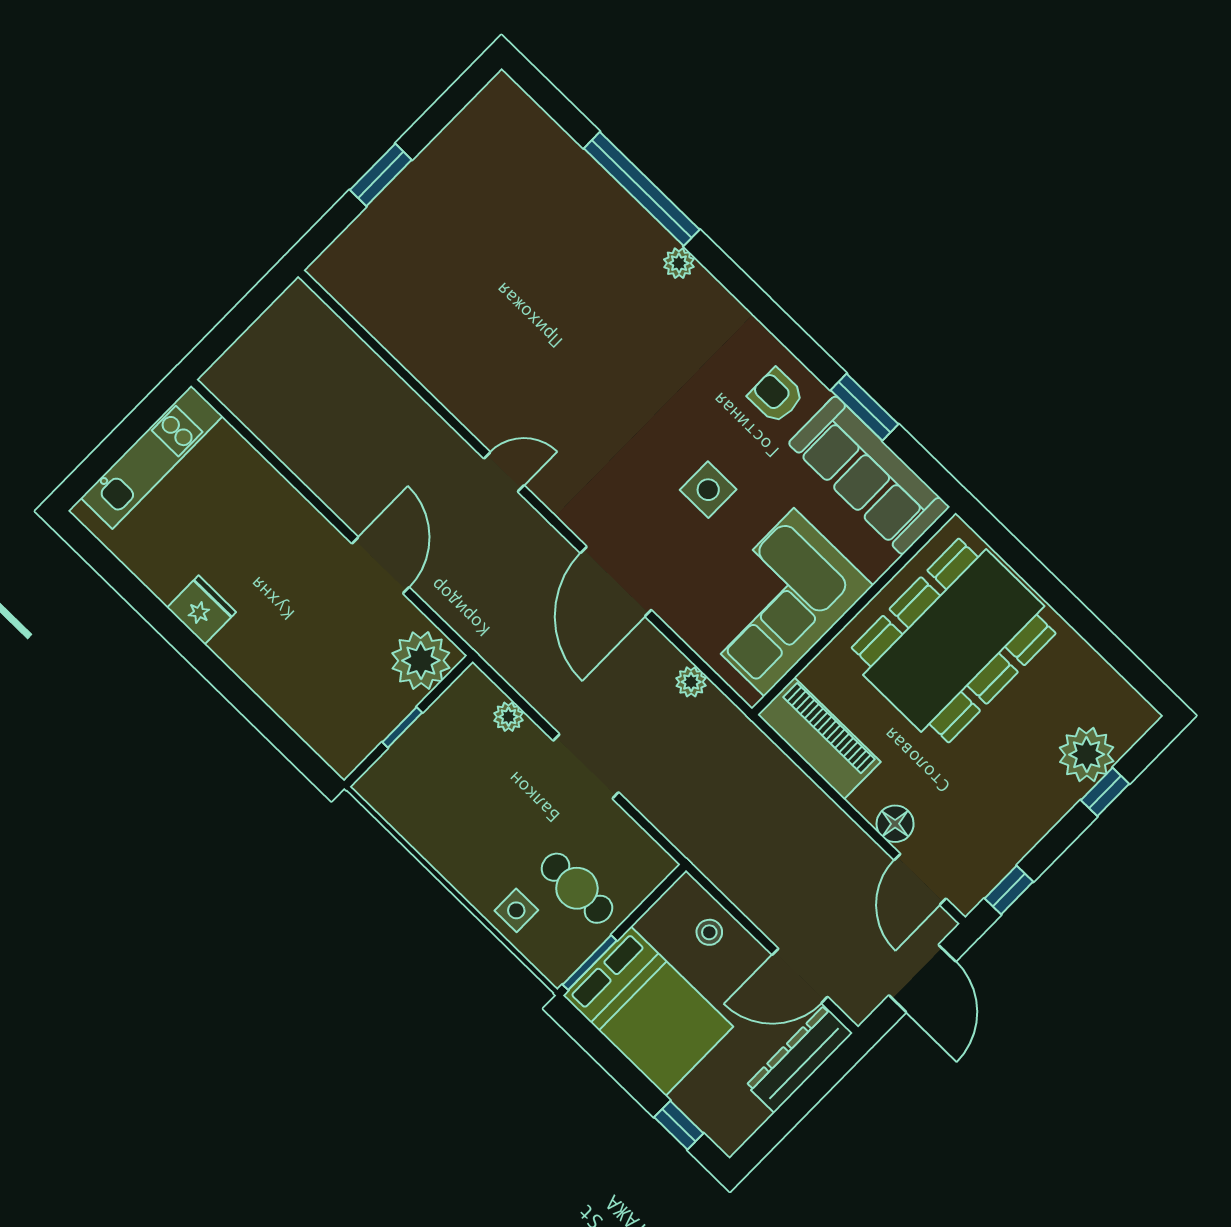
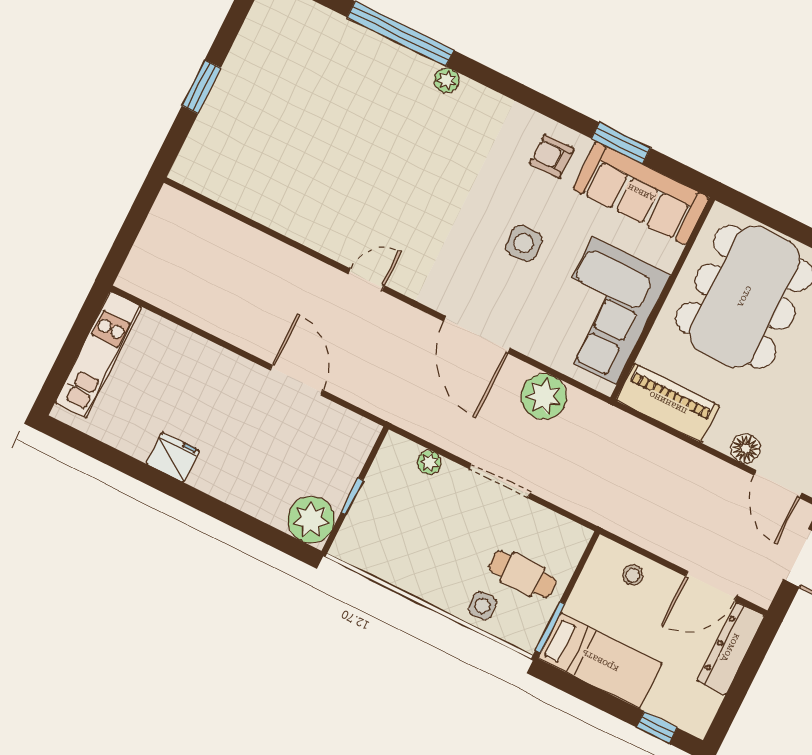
plant: (421, 661) -> (311, 520), moved
plant: (691, 682) -> (544, 397), width x1.88, depth x1.88
bed: (648, 1011) -> (600, 661), width x0.67

